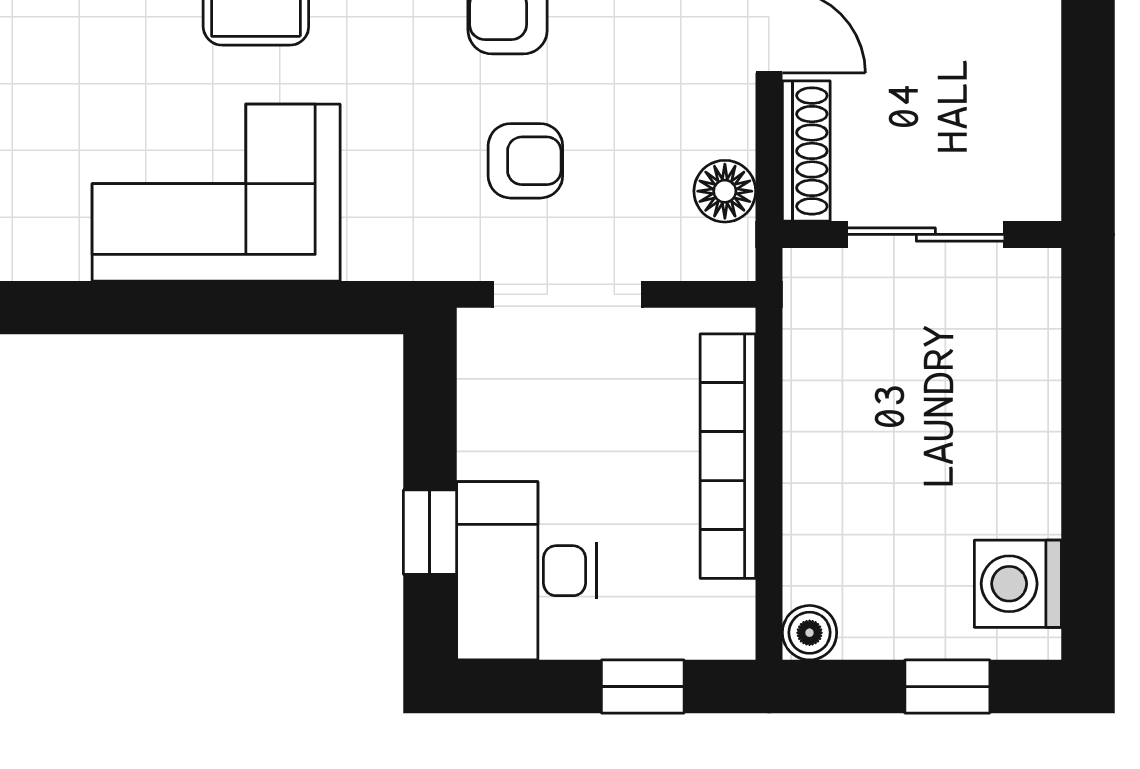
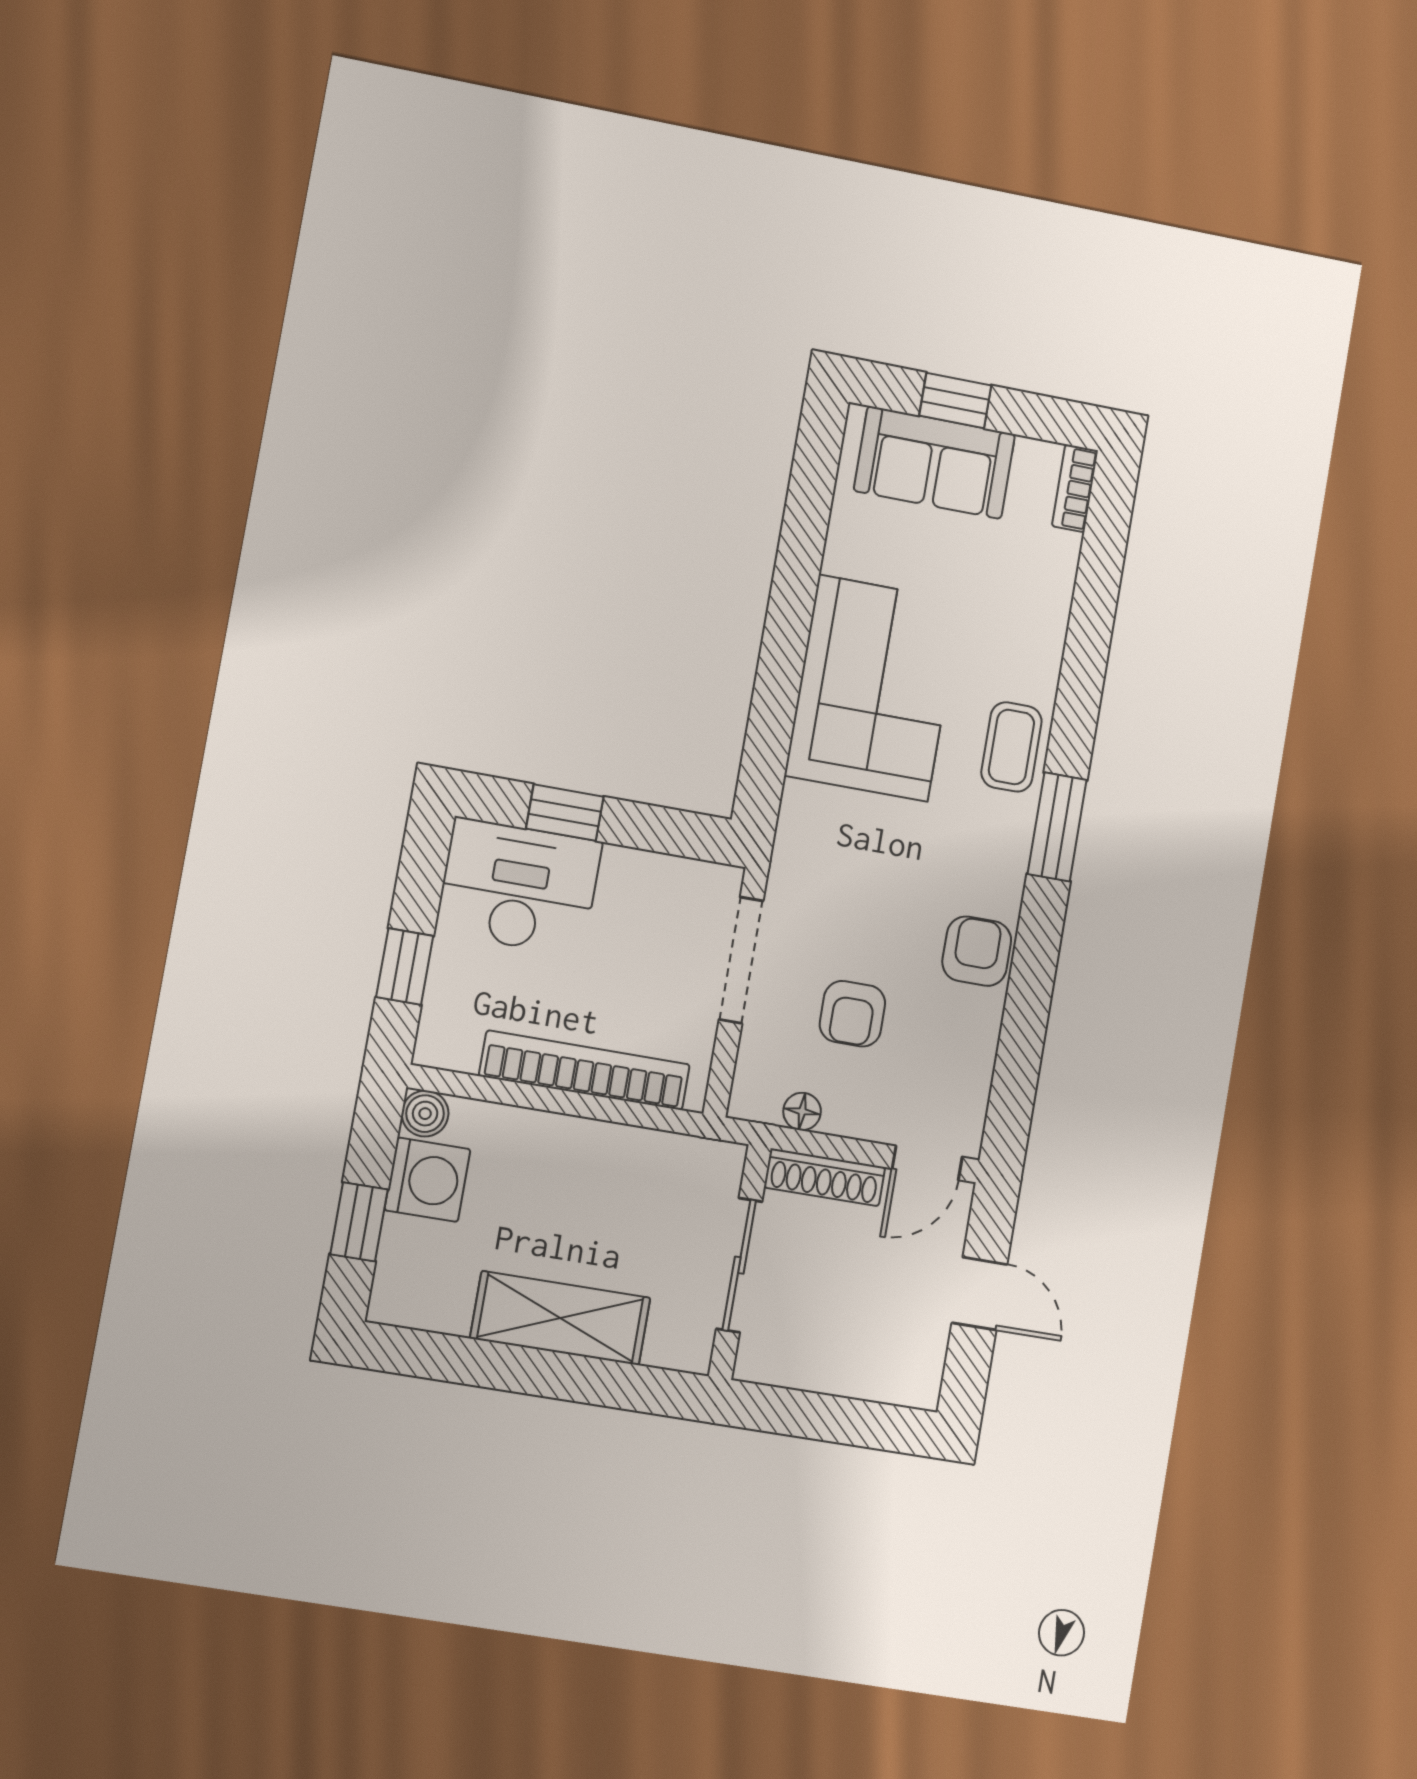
armchair: (525, 161) -> (852, 1014), moved
floor lamp: (725, 191) -> (802, 1111), width x0.73, depth x0.73
shelving: (1021, 434) -> (560, 1318), added
washing machine: (1018, 584) -> (427, 1180), moved, turned 90

